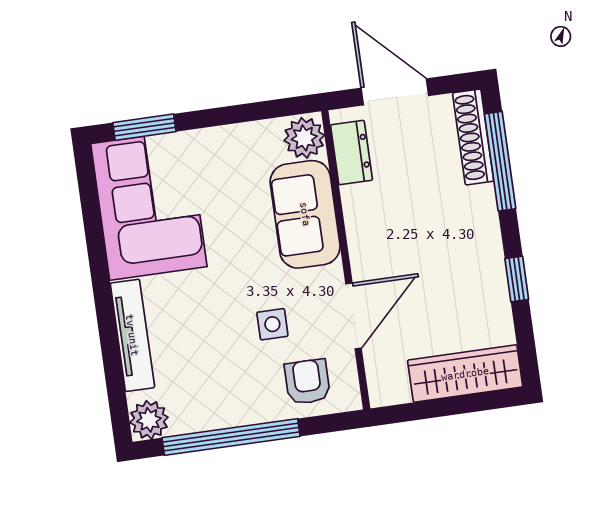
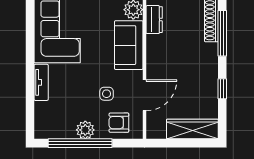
tv unit: (132, 335) -> (41, 82), width x0.71
armchair: (307, 382) -> (119, 123), turned -90
plant: (149, 420) -> (85, 130), moved

